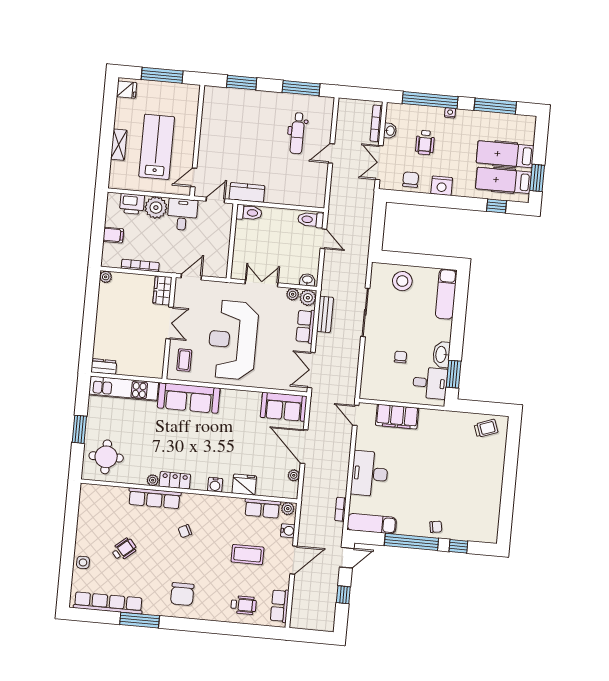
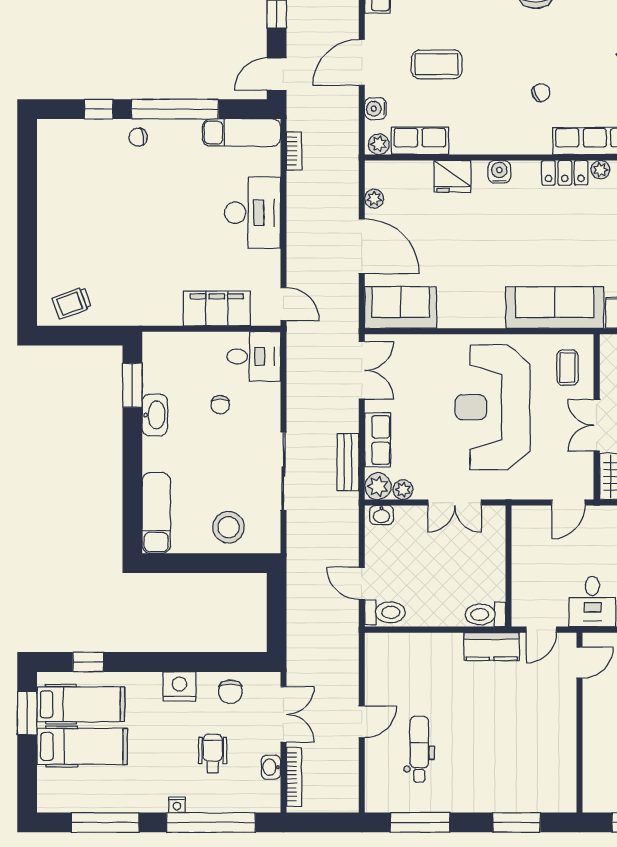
reception desk: (233, 340) -> (492, 407), turned 180
desk: (430, 383) -> (254, 357), moved, turned 180

